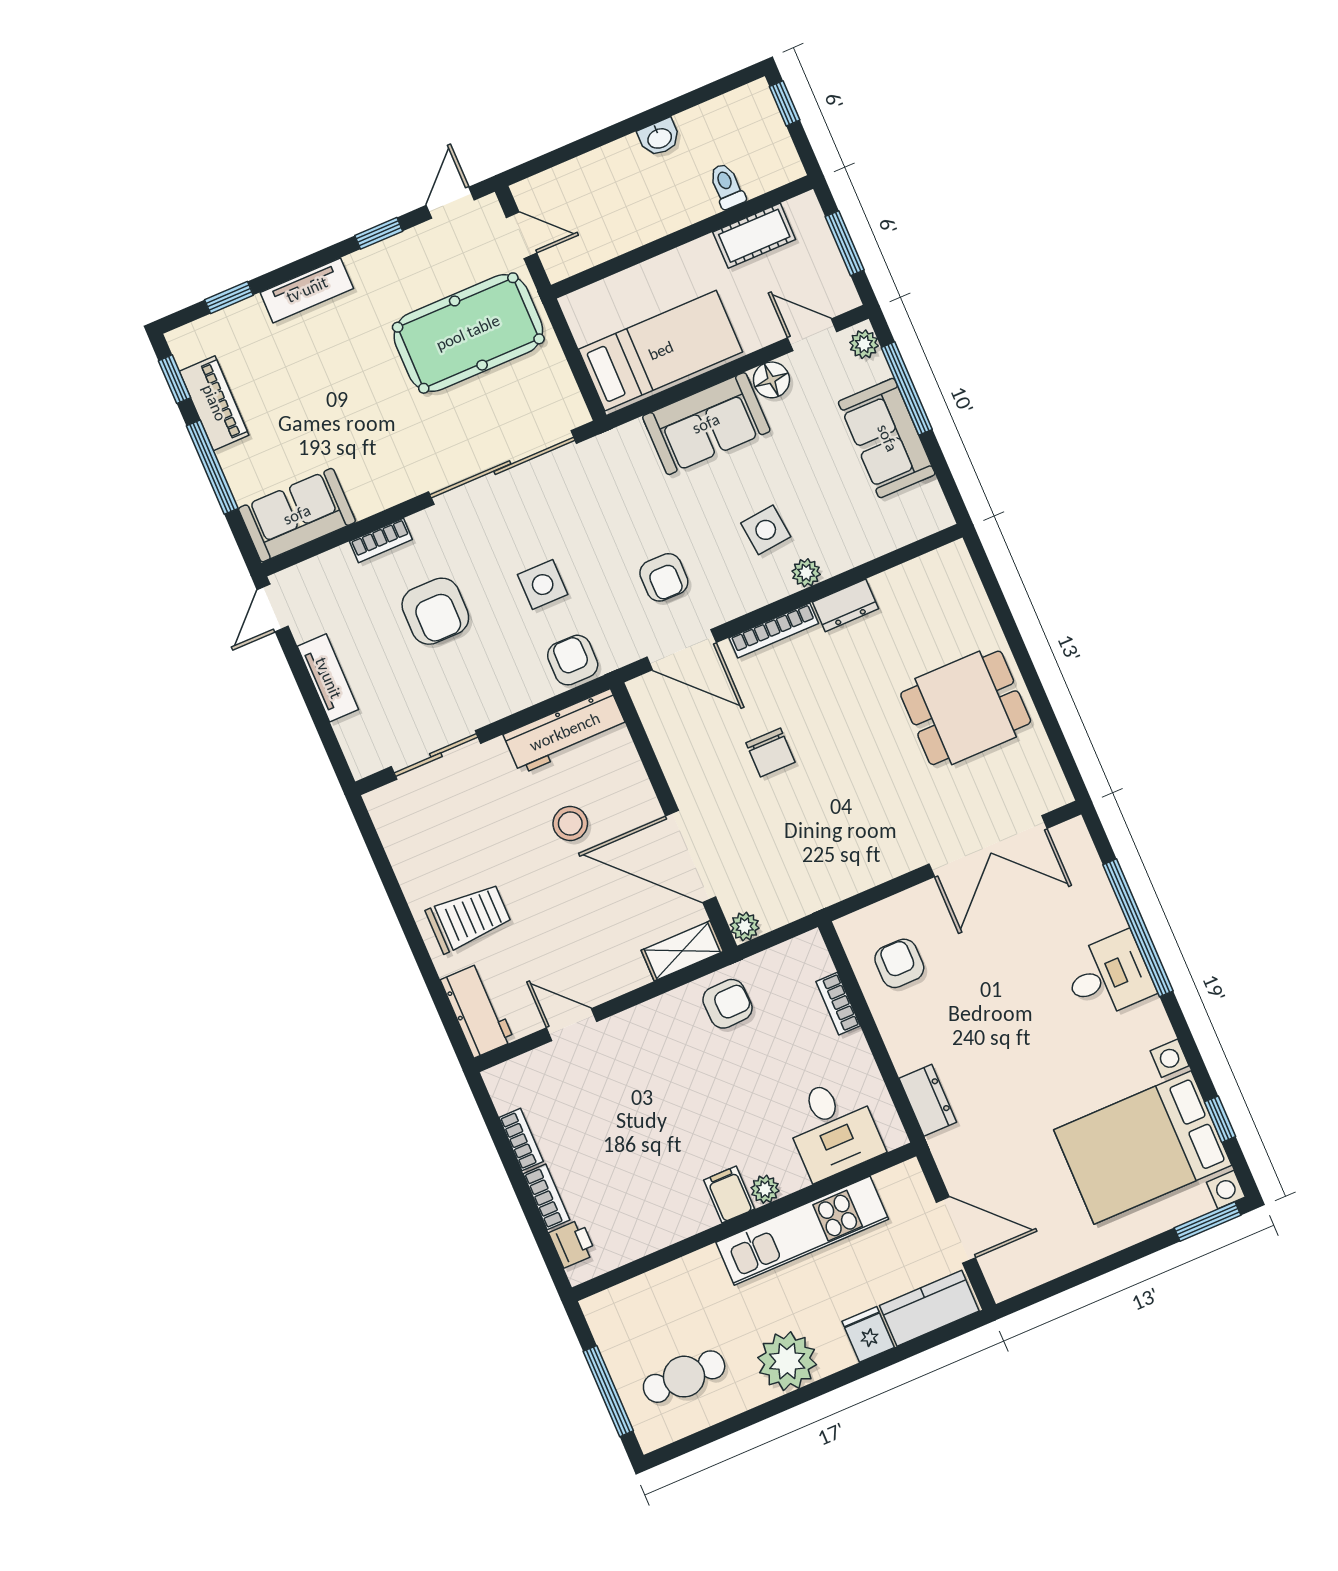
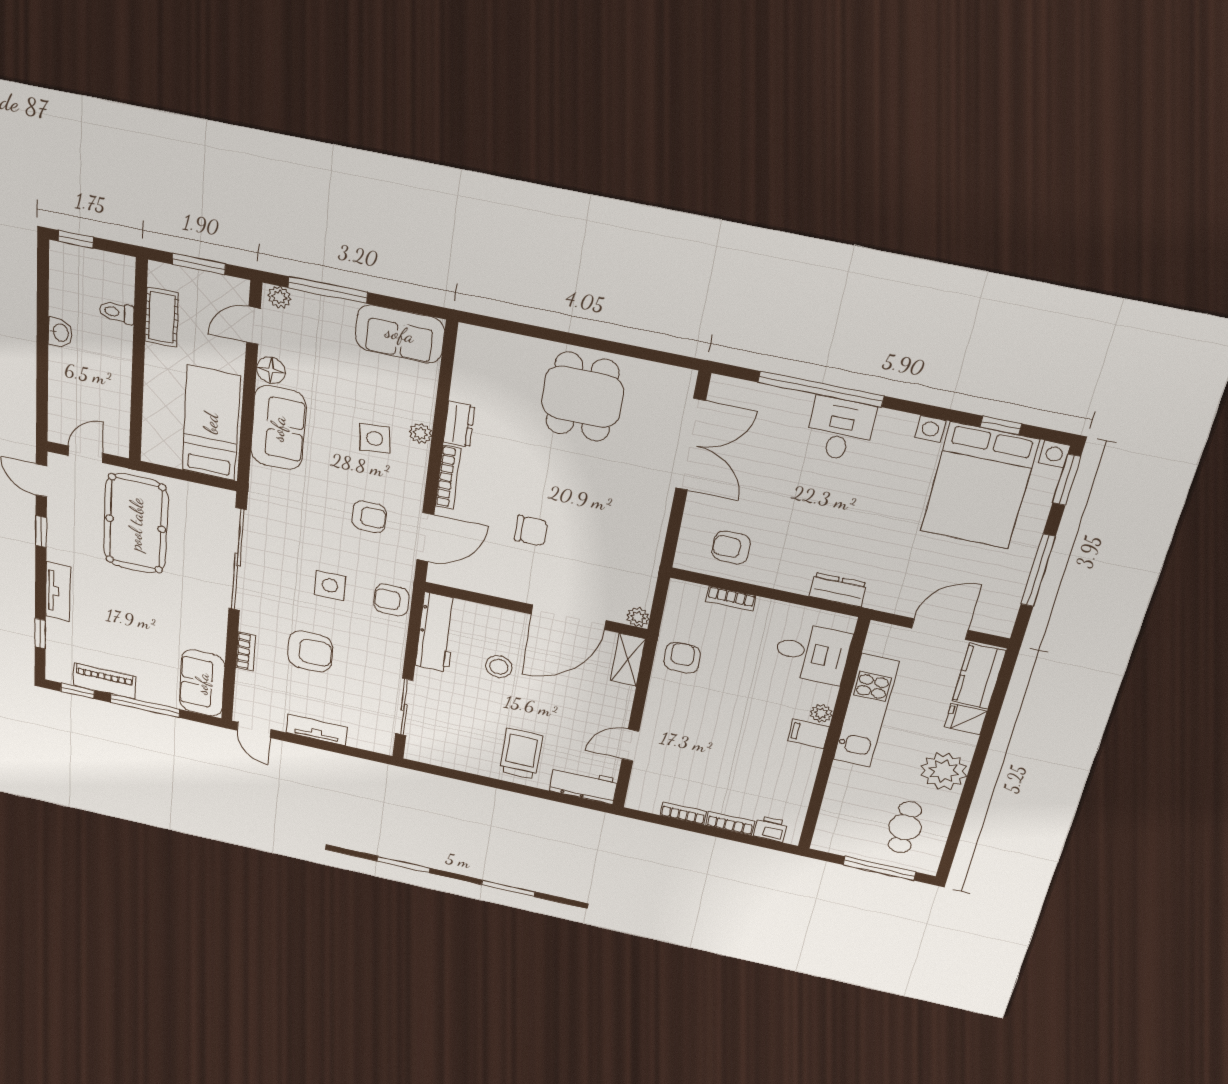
sofa: (887, 438) -> (400, 334), moved
window: (1092, 1271) -> (1038, 570), added

